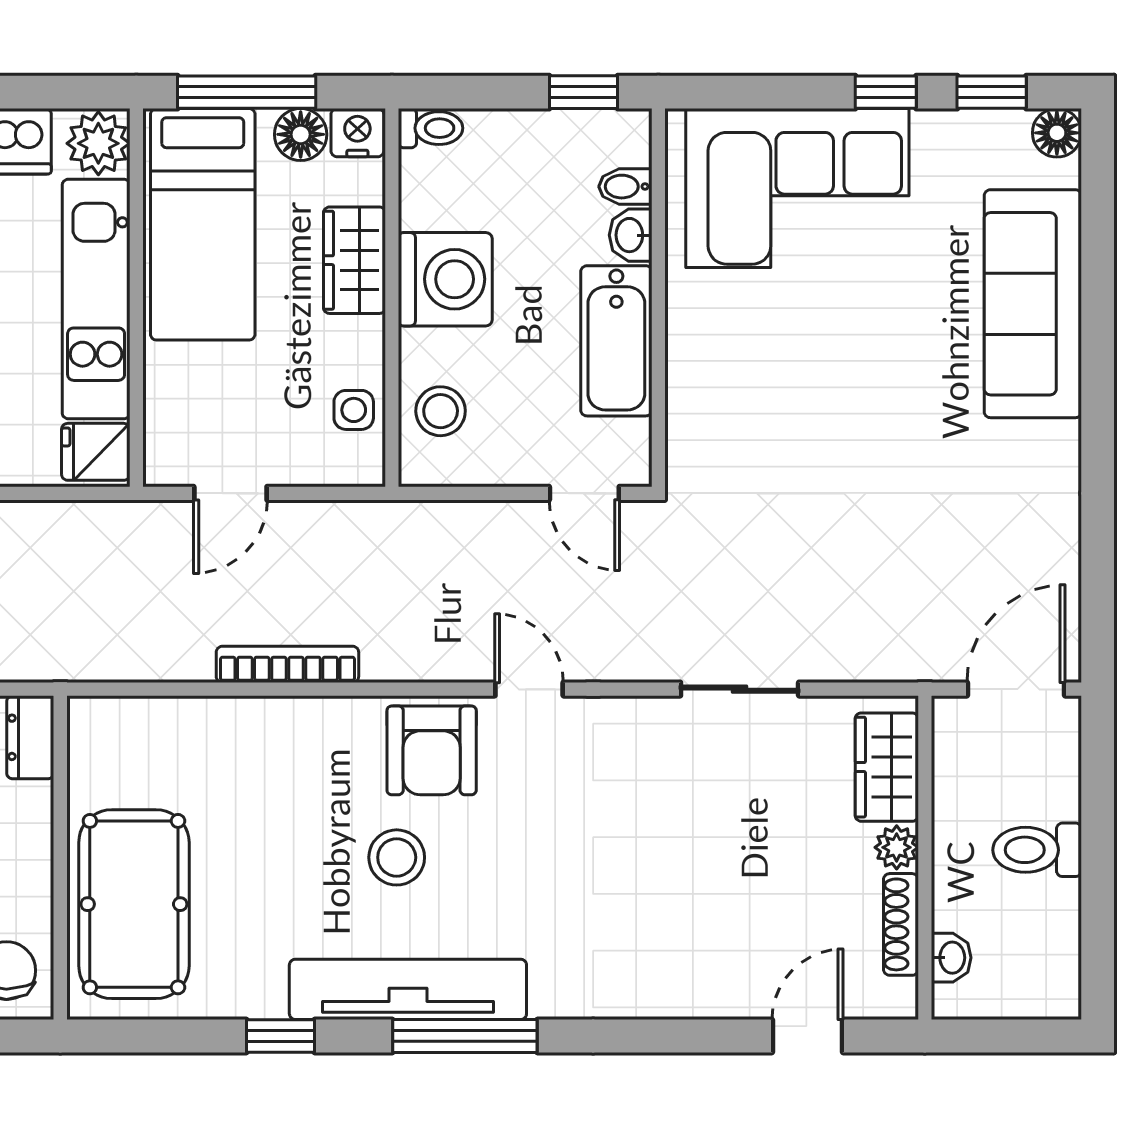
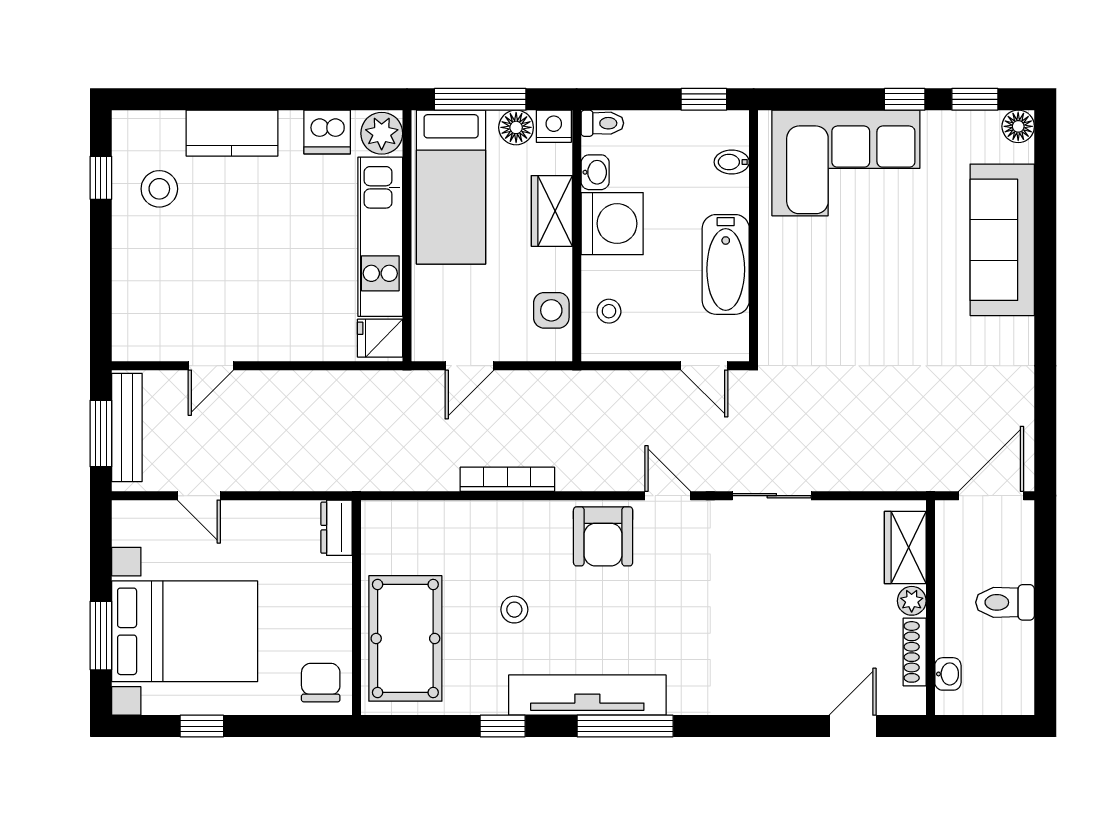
washbasin: (631, 235) -> (595, 172), moved, turned 180
side table: (354, 410) -> (551, 310), width x1.37, depth x1.37
stool: (441, 411) -> (609, 311), width x0.73, depth x0.73
sliding door: (740, 689) -> (772, 496), moved
stool: (397, 857) -> (514, 610), moved, width x0.73, depth x0.73

